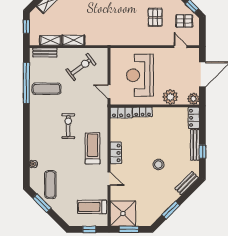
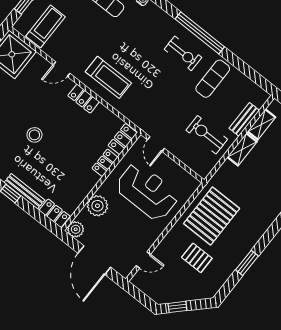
pallet: (184, 21) -> (212, 216), moved, width x2.05, depth x2.00
bench: (45, 53) -> (244, 119), moved
exercise bike: (81, 67) -> (207, 135), turned 127
window: (26, 83) -> (200, 33), moved
door: (109, 92) -> (156, 144), swing flipped
exercise bike: (68, 126) -> (183, 53), moved

